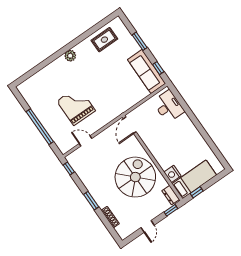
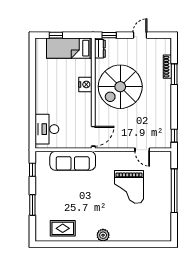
sofa: (147, 71) -> (73, 161), moved, turned 90
nightstand: (172, 174) -> (85, 84), moved
window: (197, 192) -> (56, 35), moved
window: (91, 201) -> (174, 74), moved

